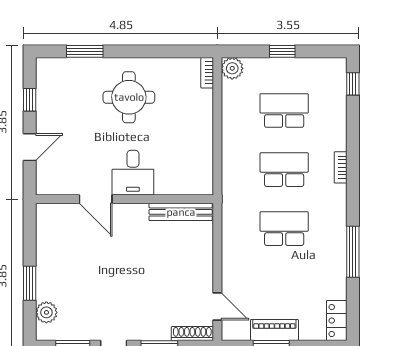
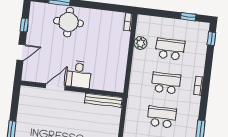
window: (282, 51) -> (188, 17), moved
plant: (232, 68) -> (140, 43), moved
round table: (129, 97) -> (69, 22), moved
door: (96, 199) -> (55, 87), swing flipped

